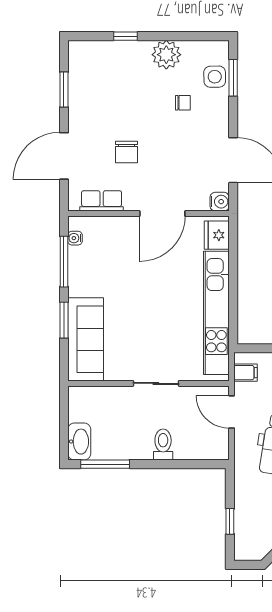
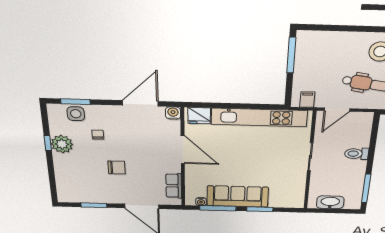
window: (126, 36) -> (48, 143), moved
chair: (126, 152) -> (117, 168), moved
sofa: (86, 339) -> (238, 196), moved
washbasin: (79, 442) -> (330, 202), moved

